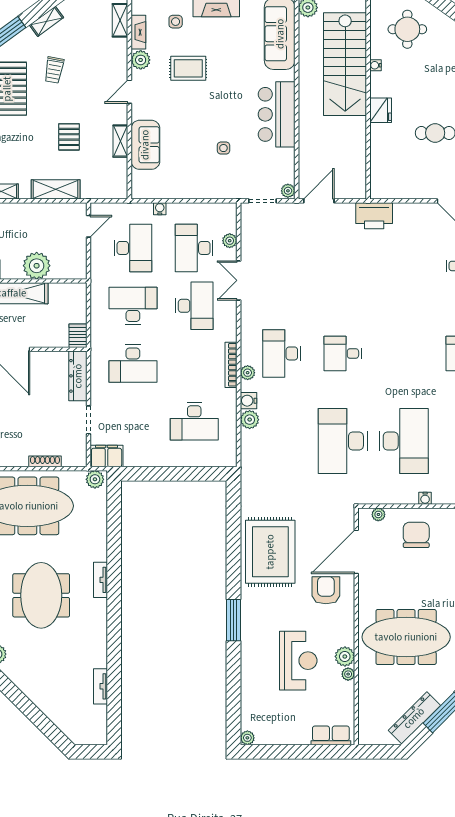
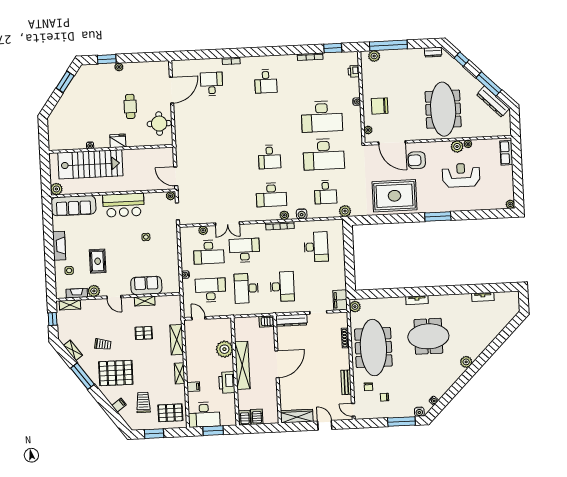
round table: (407, 29) -> (159, 124), moved
printer: (374, 216) -> (183, 142), removed
plant: (250, 420) -> (345, 211), moved
desk: (282, 441) -> (326, 192), added
desk: (404, 441) -> (322, 116), turned 180

